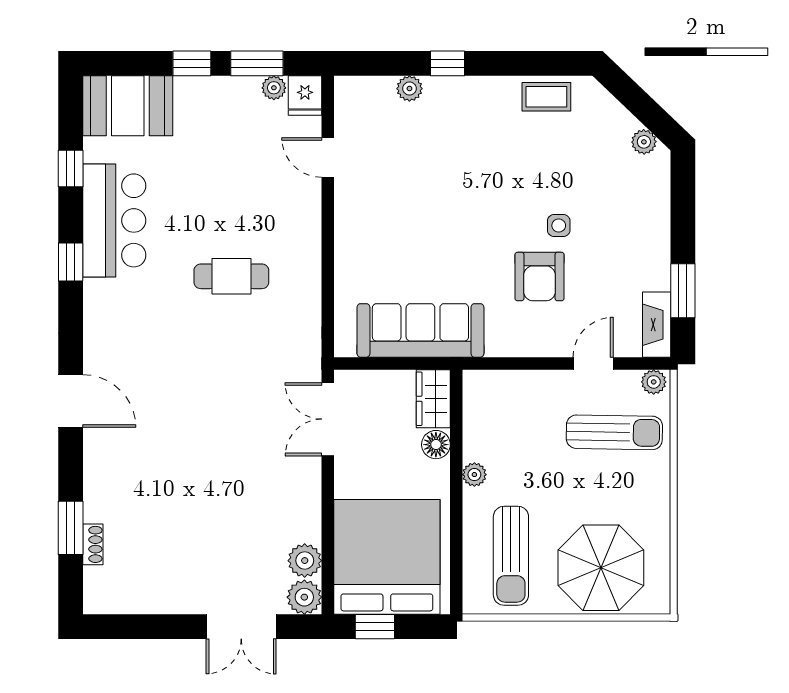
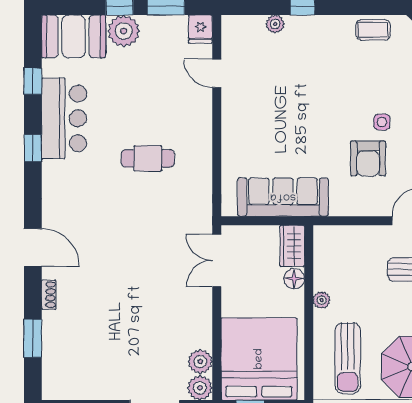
plant: (274, 88) -> (124, 31), moved, width x1.88, depth x1.88
shoe rack: (93, 544) -> (49, 295), moved

